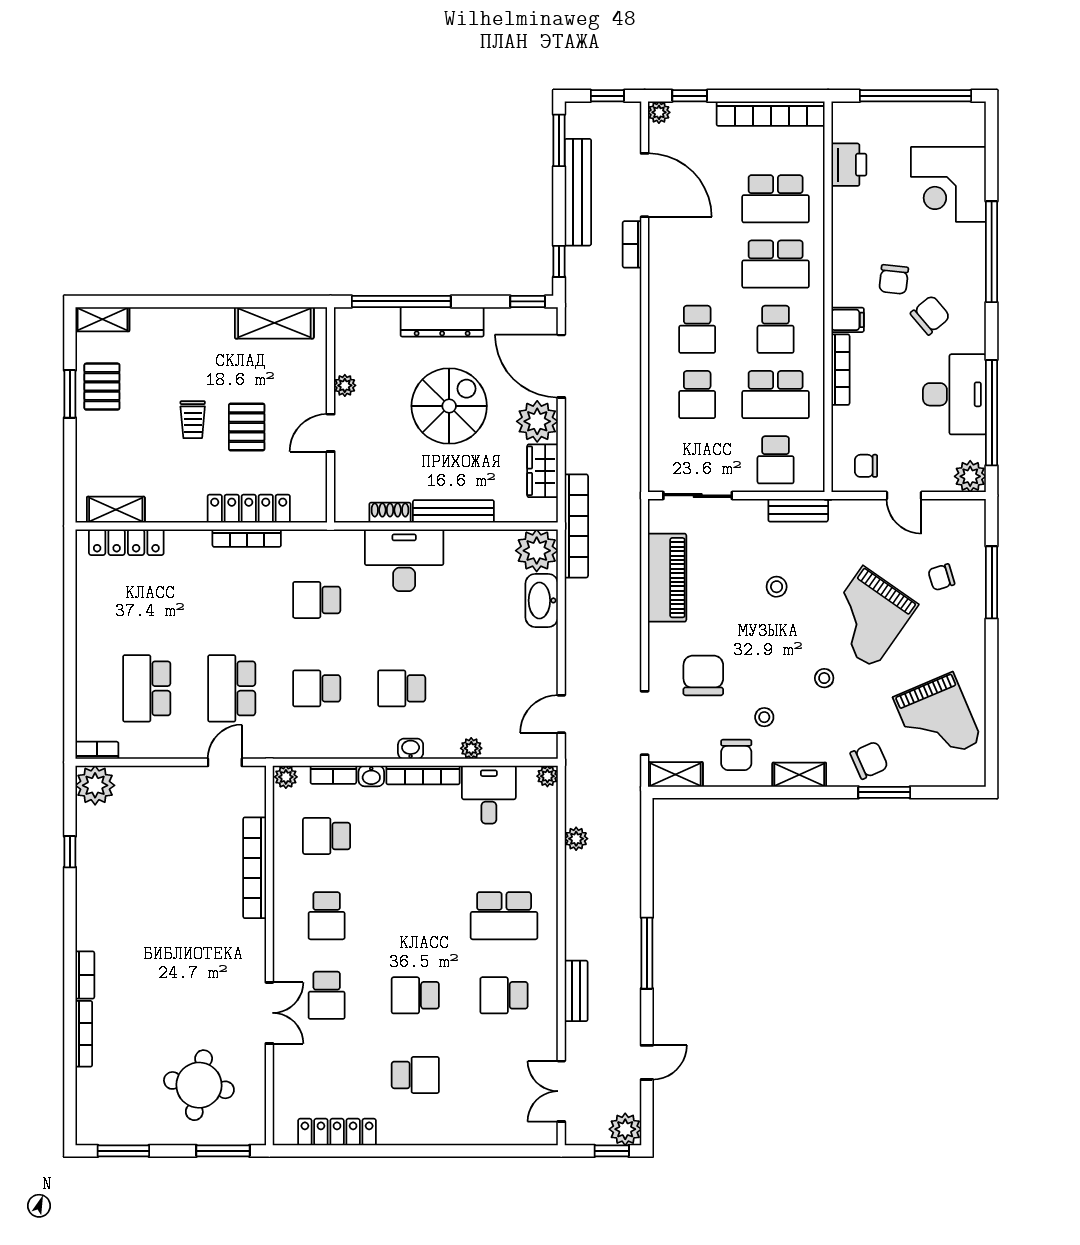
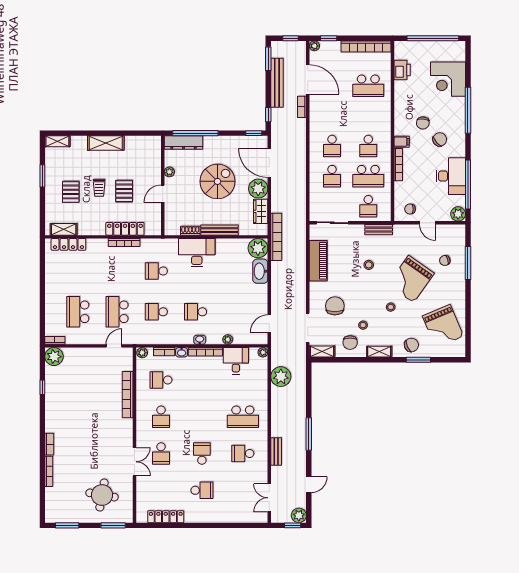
school desk: (776, 264) -> (368, 116), removed
dresser: (442, 322) -> (184, 143), moved
shelving: (274, 323) -> (106, 143), moved
pallet: (102, 387) -> (71, 192), moved
plant: (576, 839) -> (281, 377), width x1.88, depth x1.88
school desk: (415, 995) -> (202, 454), turned 90

